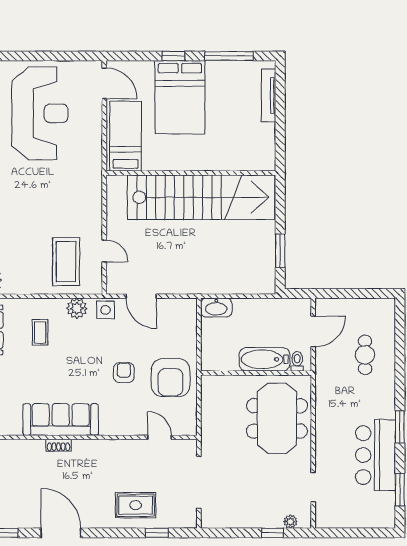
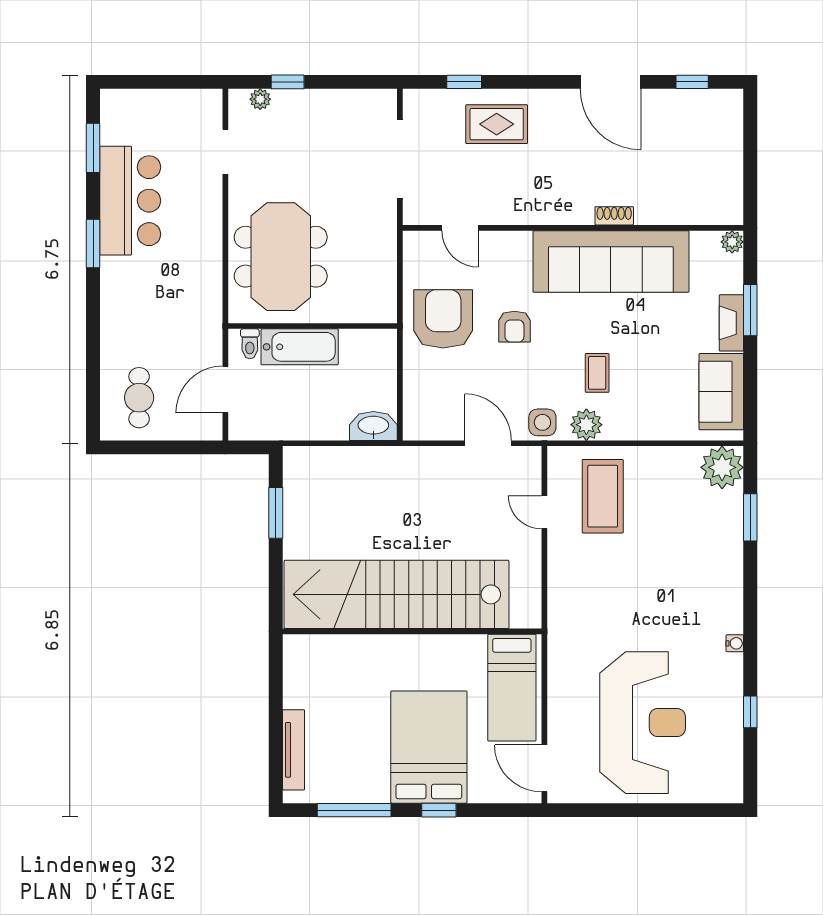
reception desk: (40, 113) -> (643, 723), turned 180
coffee table: (40, 332) -> (597, 373), moved
cafe table: (365, 355) -> (139, 398), moved
sofa: (61, 420) -> (611, 261), width x1.36, depth x1.27

